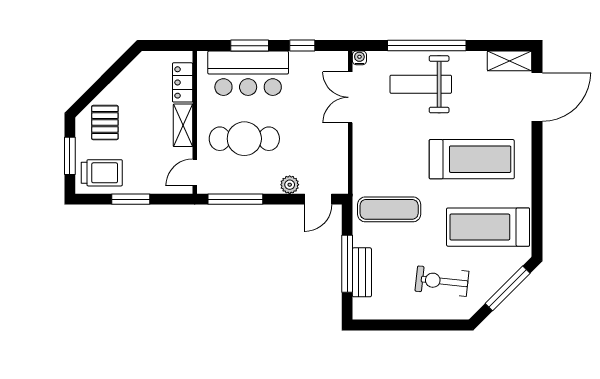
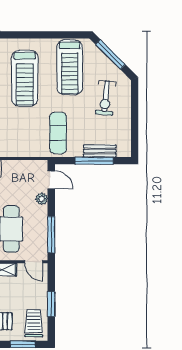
treadmill: (472, 159) -> (25, 78), turned 180

